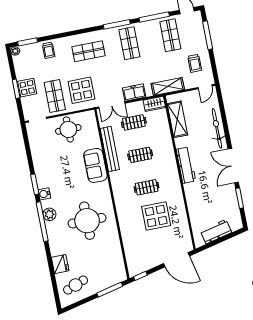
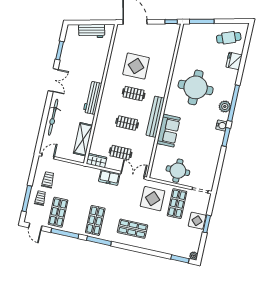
trolley: (48, 50) -> (40, 198), moved
shelving: (168, 87) -> (79, 170), removed
bench: (110, 149) -> (155, 117), moved
double door: (233, 166) -> (53, 80), width x0.73

